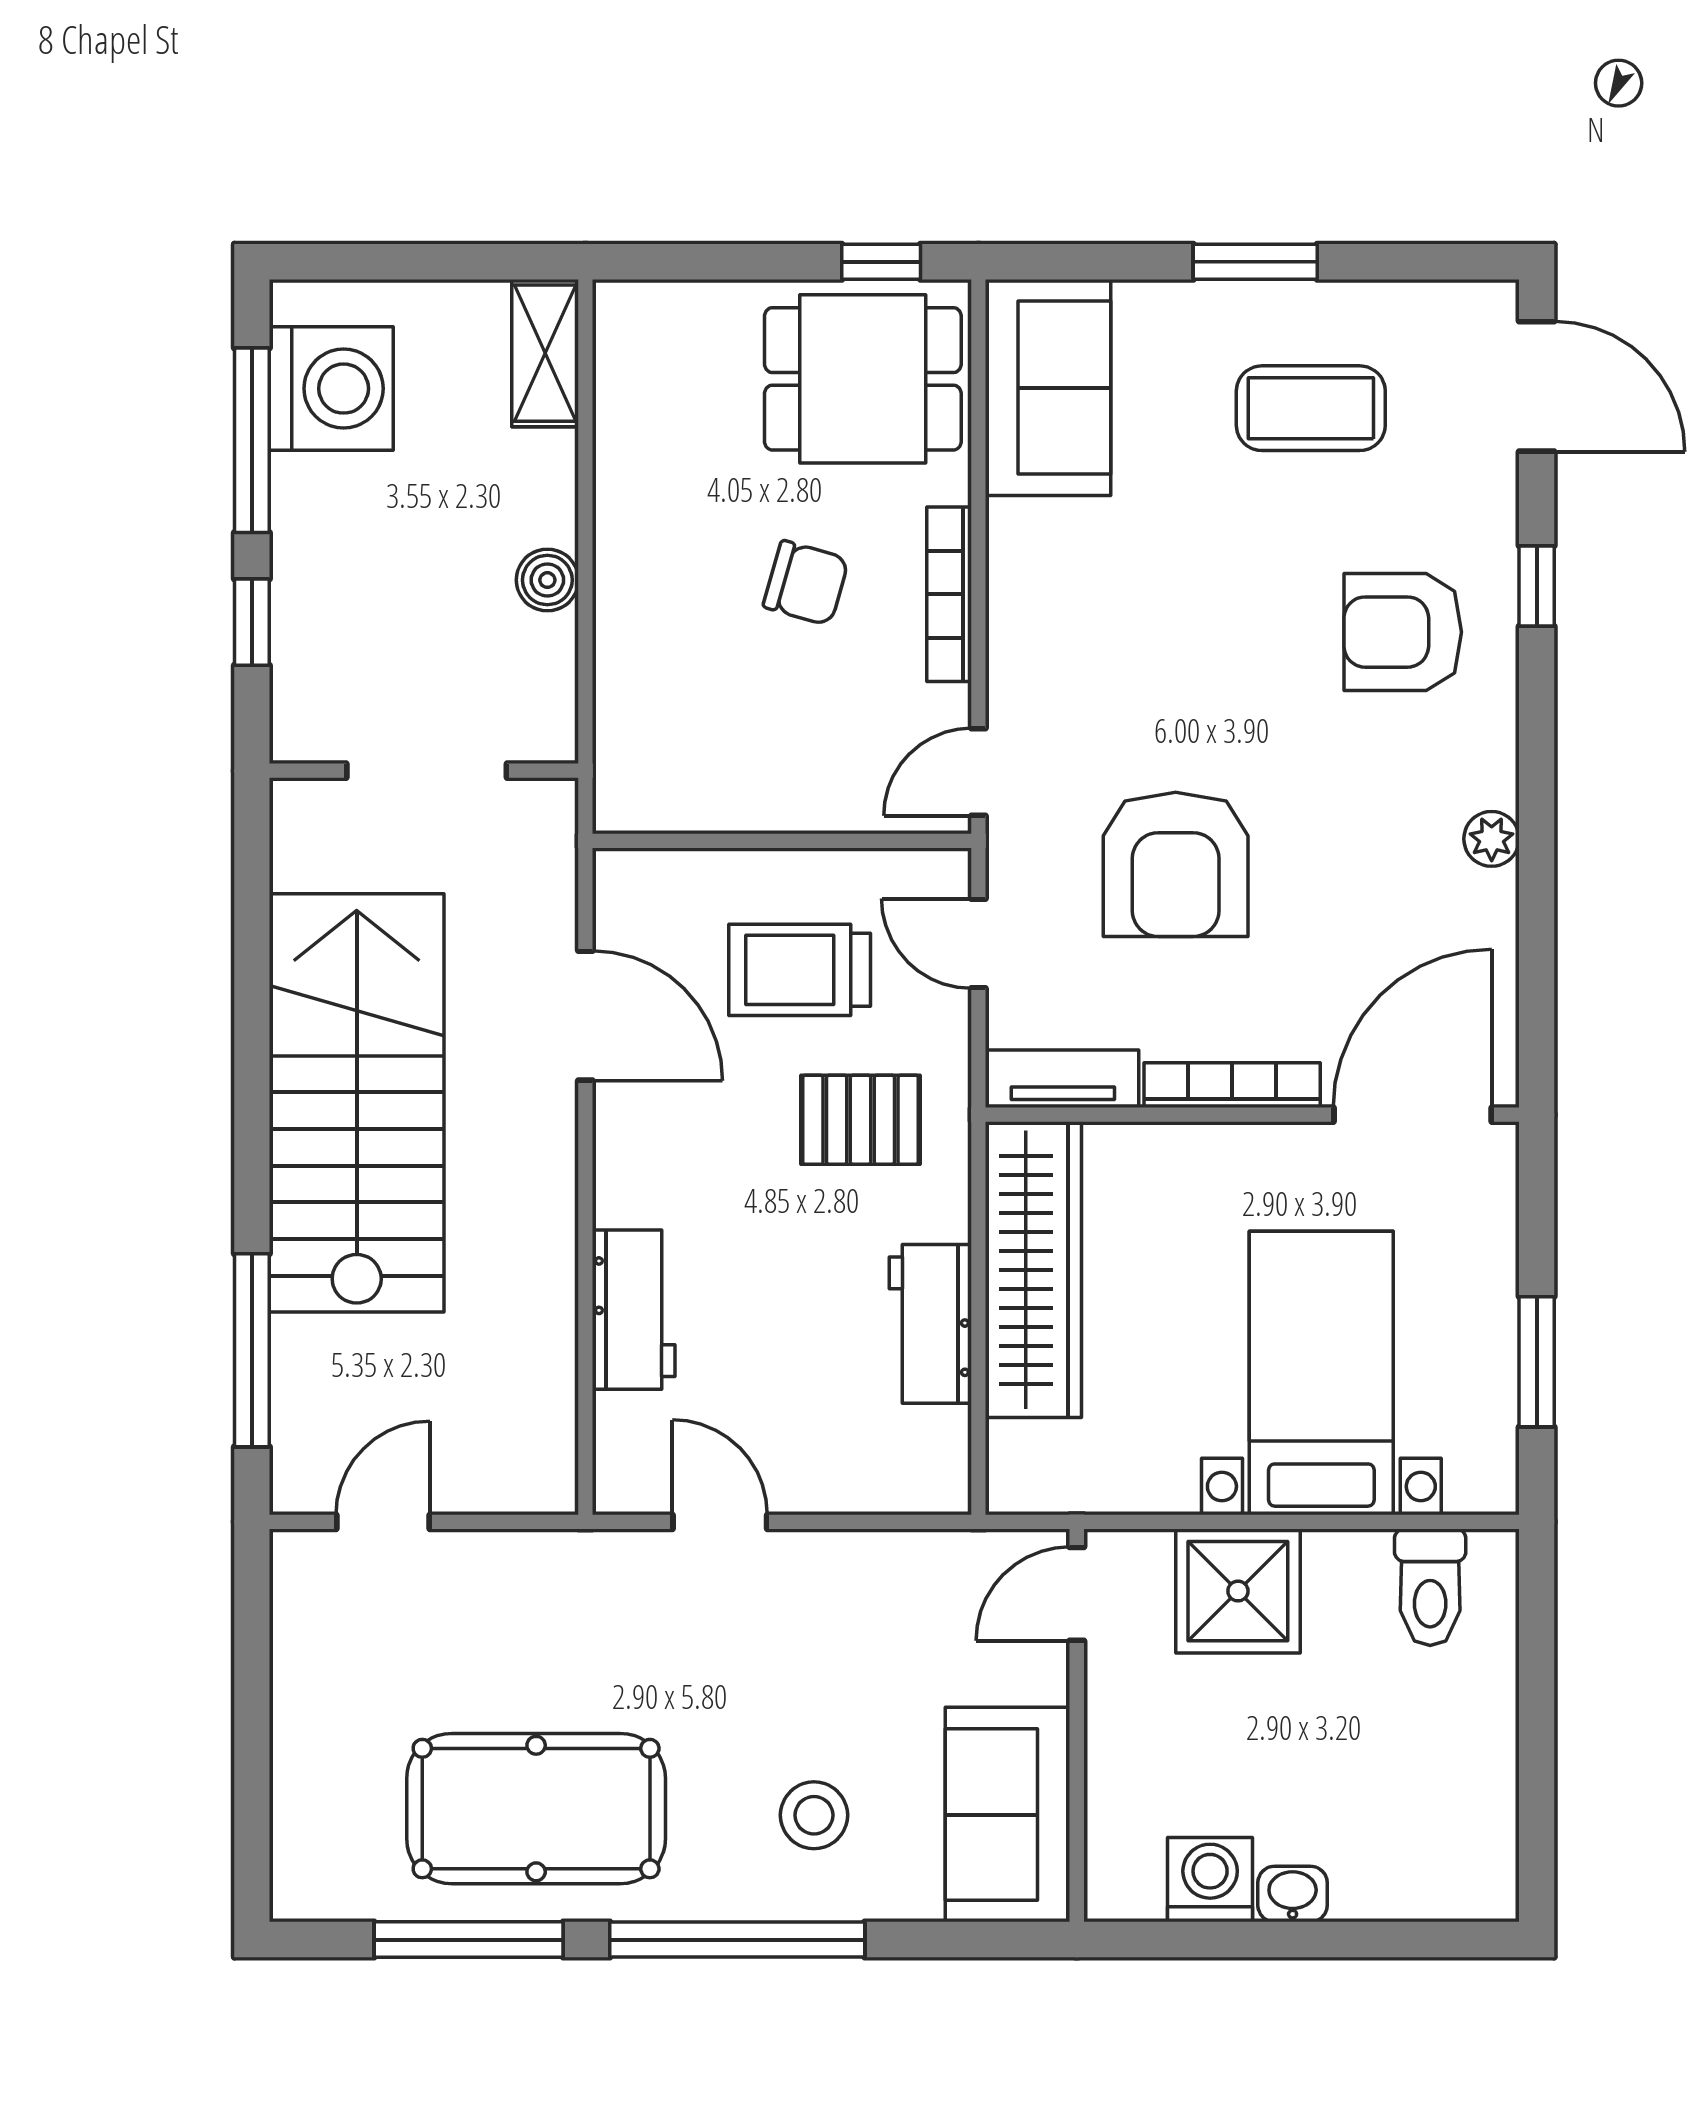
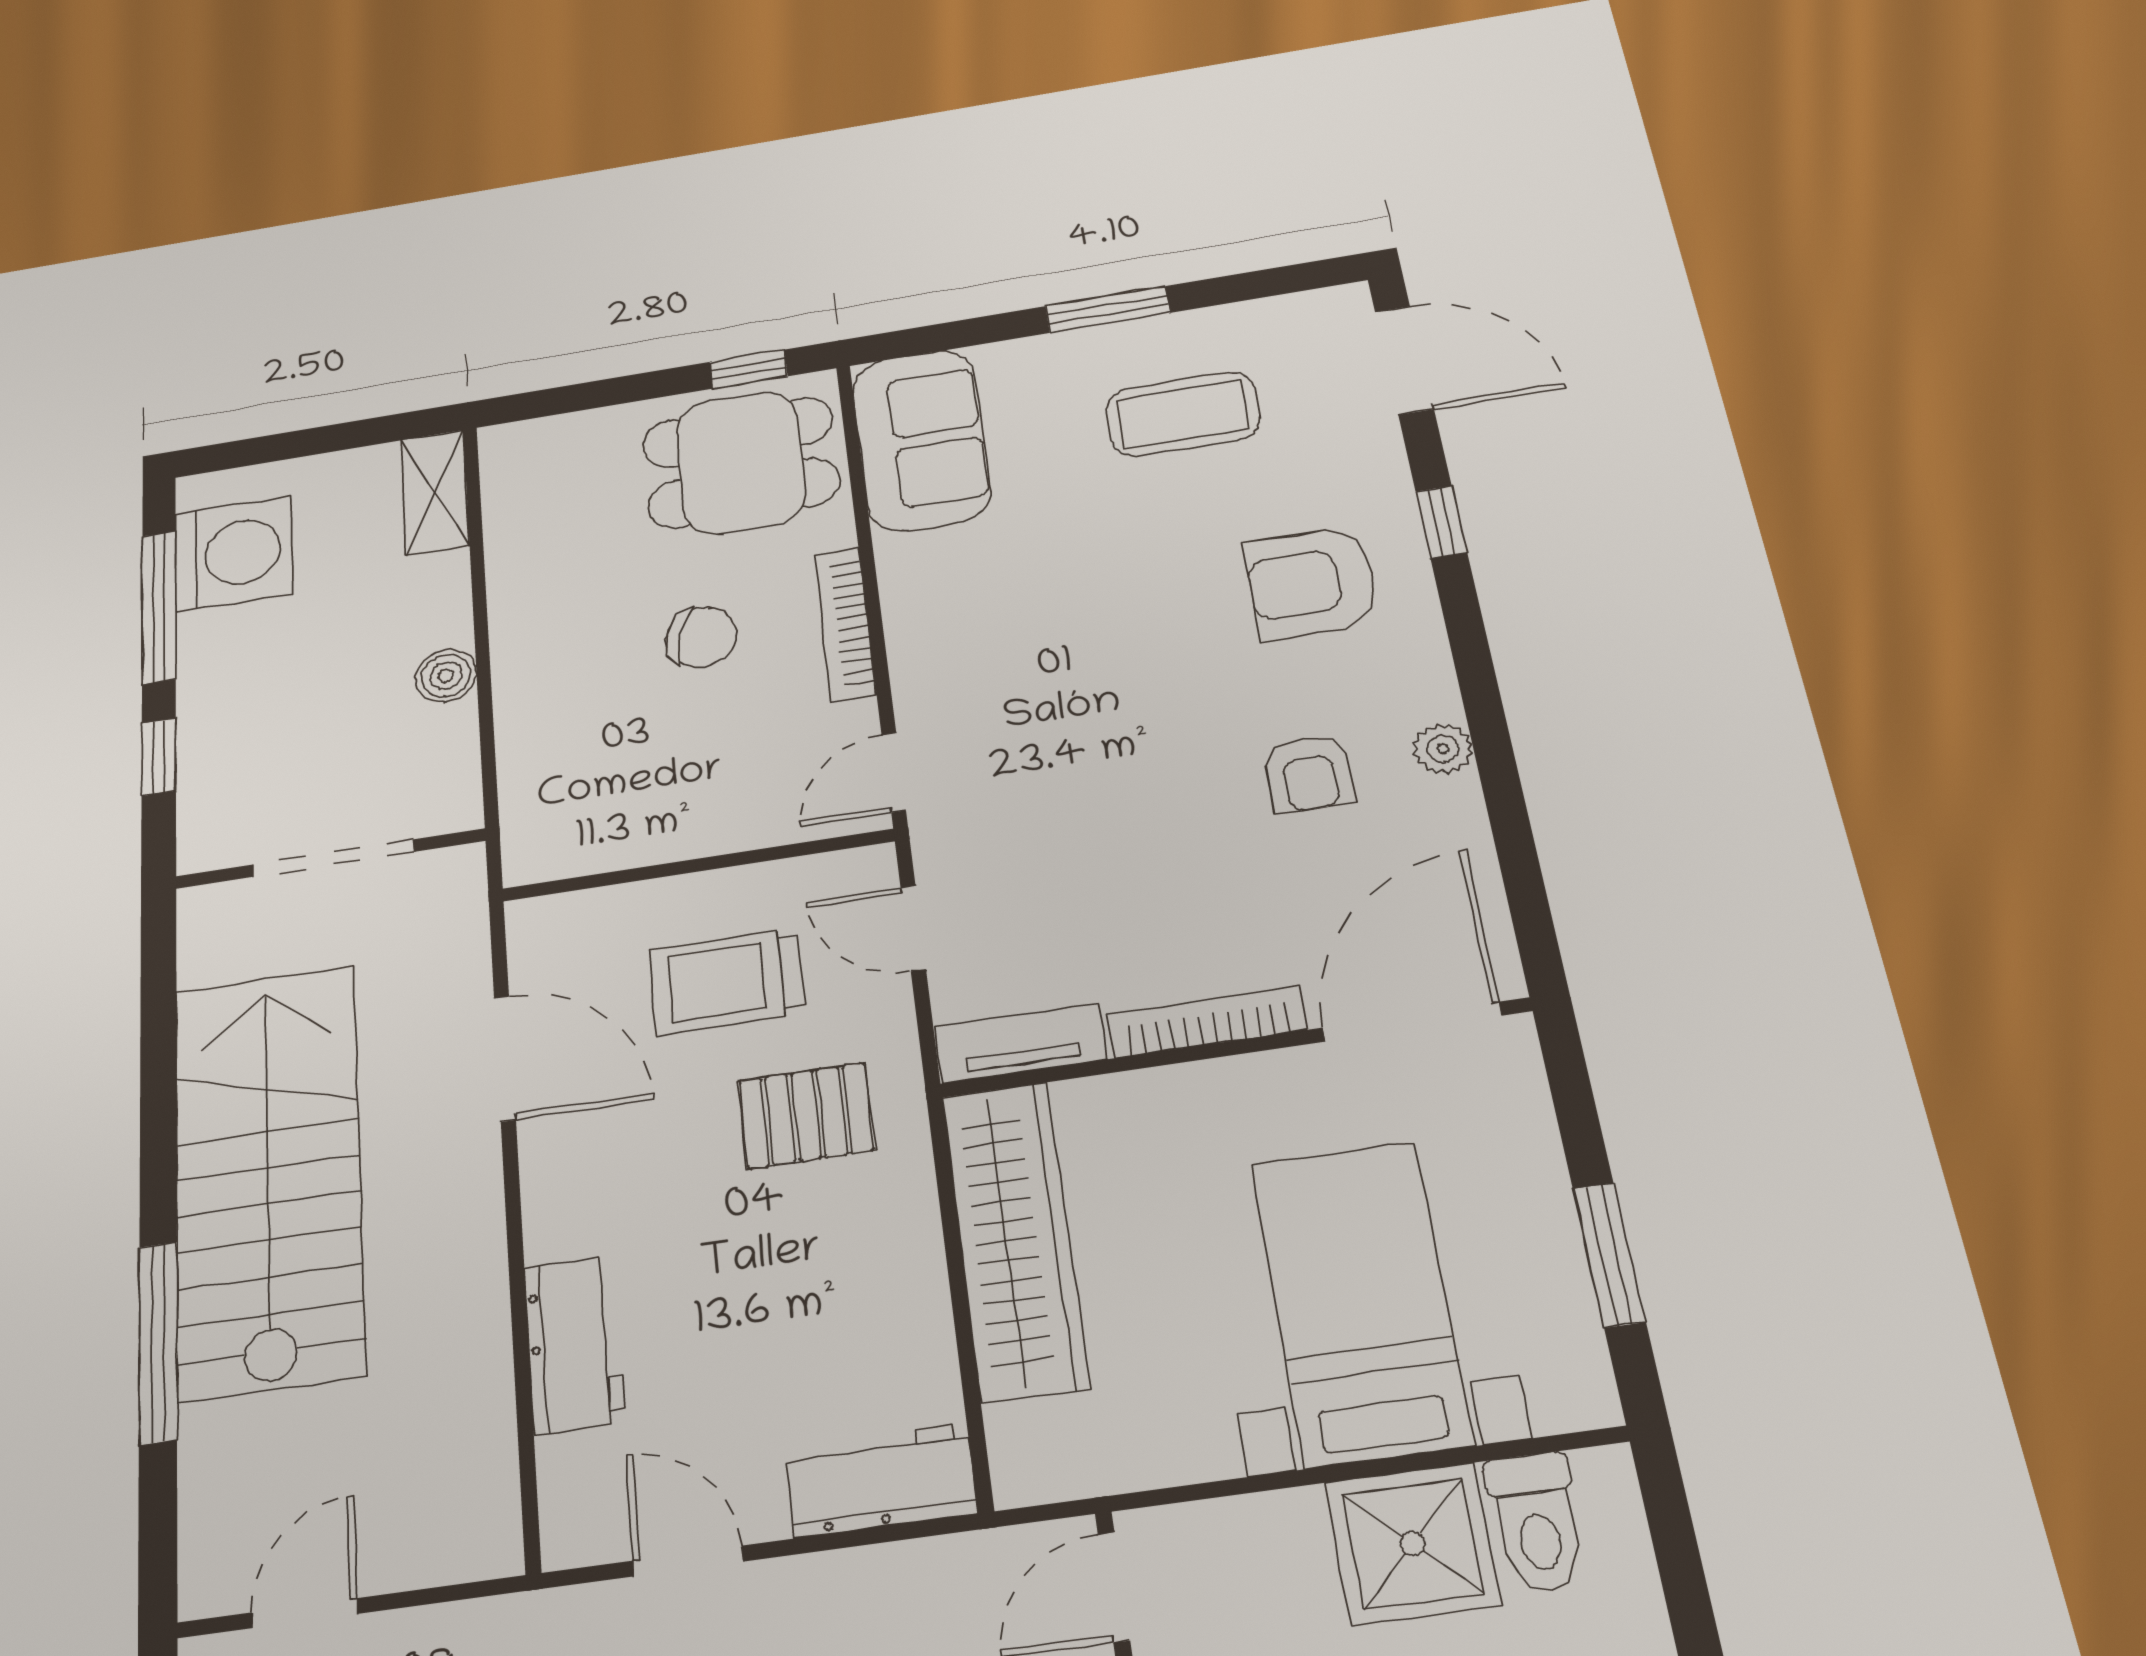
armchair: (1176, 864) -> (1309, 773), moved, width x0.53, depth x0.53
workbench: (930, 1324) -> (881, 1480), moved, turned 90
window: (252, 1350) -> (158, 1342), moved
shower: (1238, 1591) -> (1413, 1544), moved

